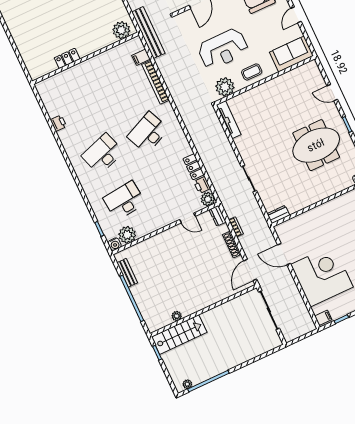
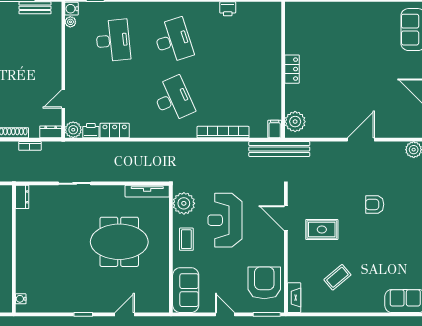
filing cabinet: (141, 57) -> (275, 129), moved
locker: (67, 58) -> (292, 69), moved
meeting table: (316, 145) -> (119, 242), moved, turned 90
plant: (127, 235) -> (70, 22), width x0.53, depth x0.53

